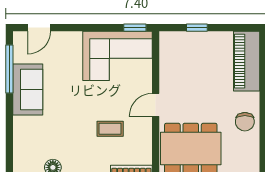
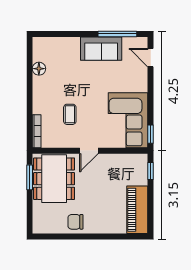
window: (197, 28) -> (151, 171), moved
piano: (247, 61) -> (137, 210), moved, turned -90
door: (156, 105) -> (89, 151), swing flipped

